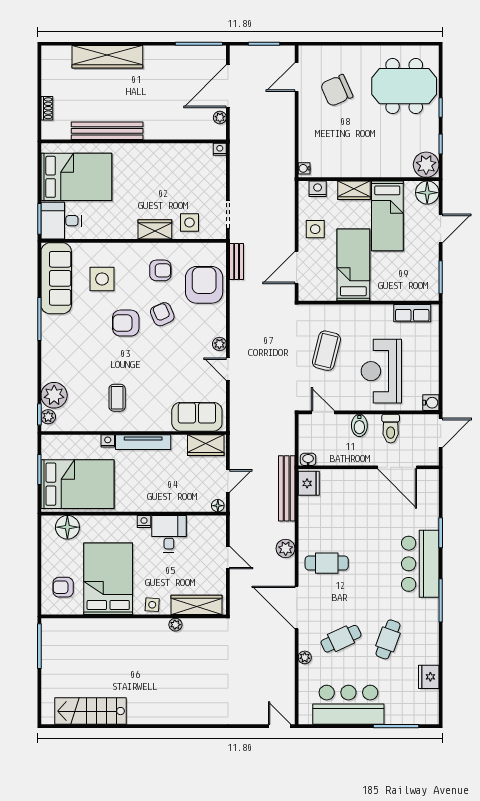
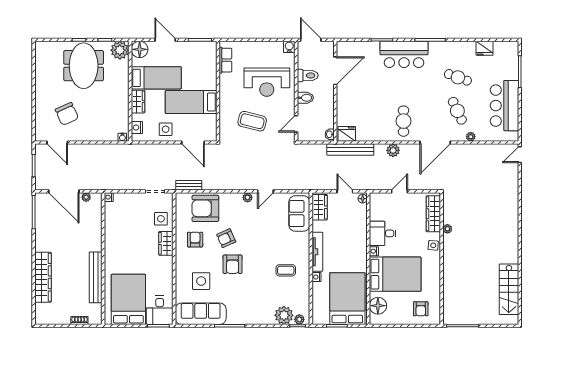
meeting table: (404, 86) -> (84, 66), moved
bed: (108, 579) -> (395, 274), moved, turned 180

